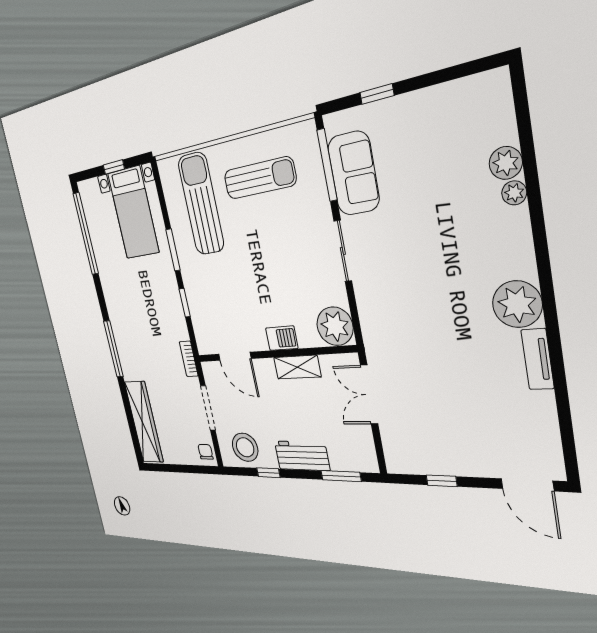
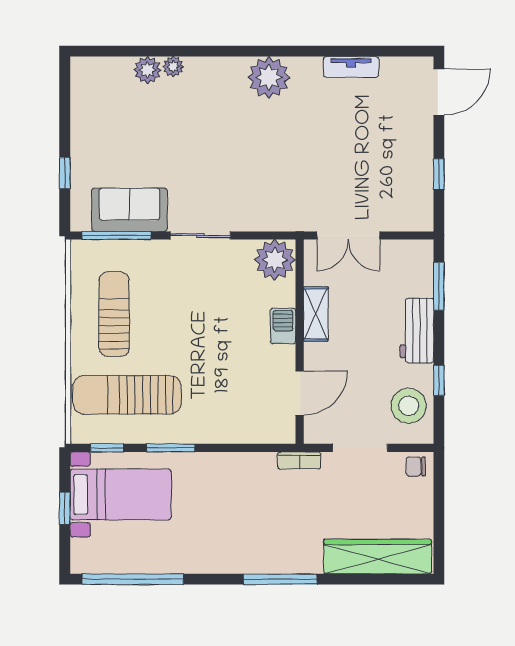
window: (185, 303) -> (107, 448), moved
tv unit: (538, 359) -> (351, 67), moved

